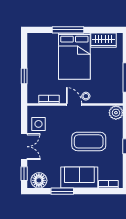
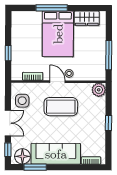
coffee table: (89, 141) -> (61, 107), moved
sofa: (79, 178) -> (56, 154), width x1.36
window: (62, 191) -> (35, 167), moved

